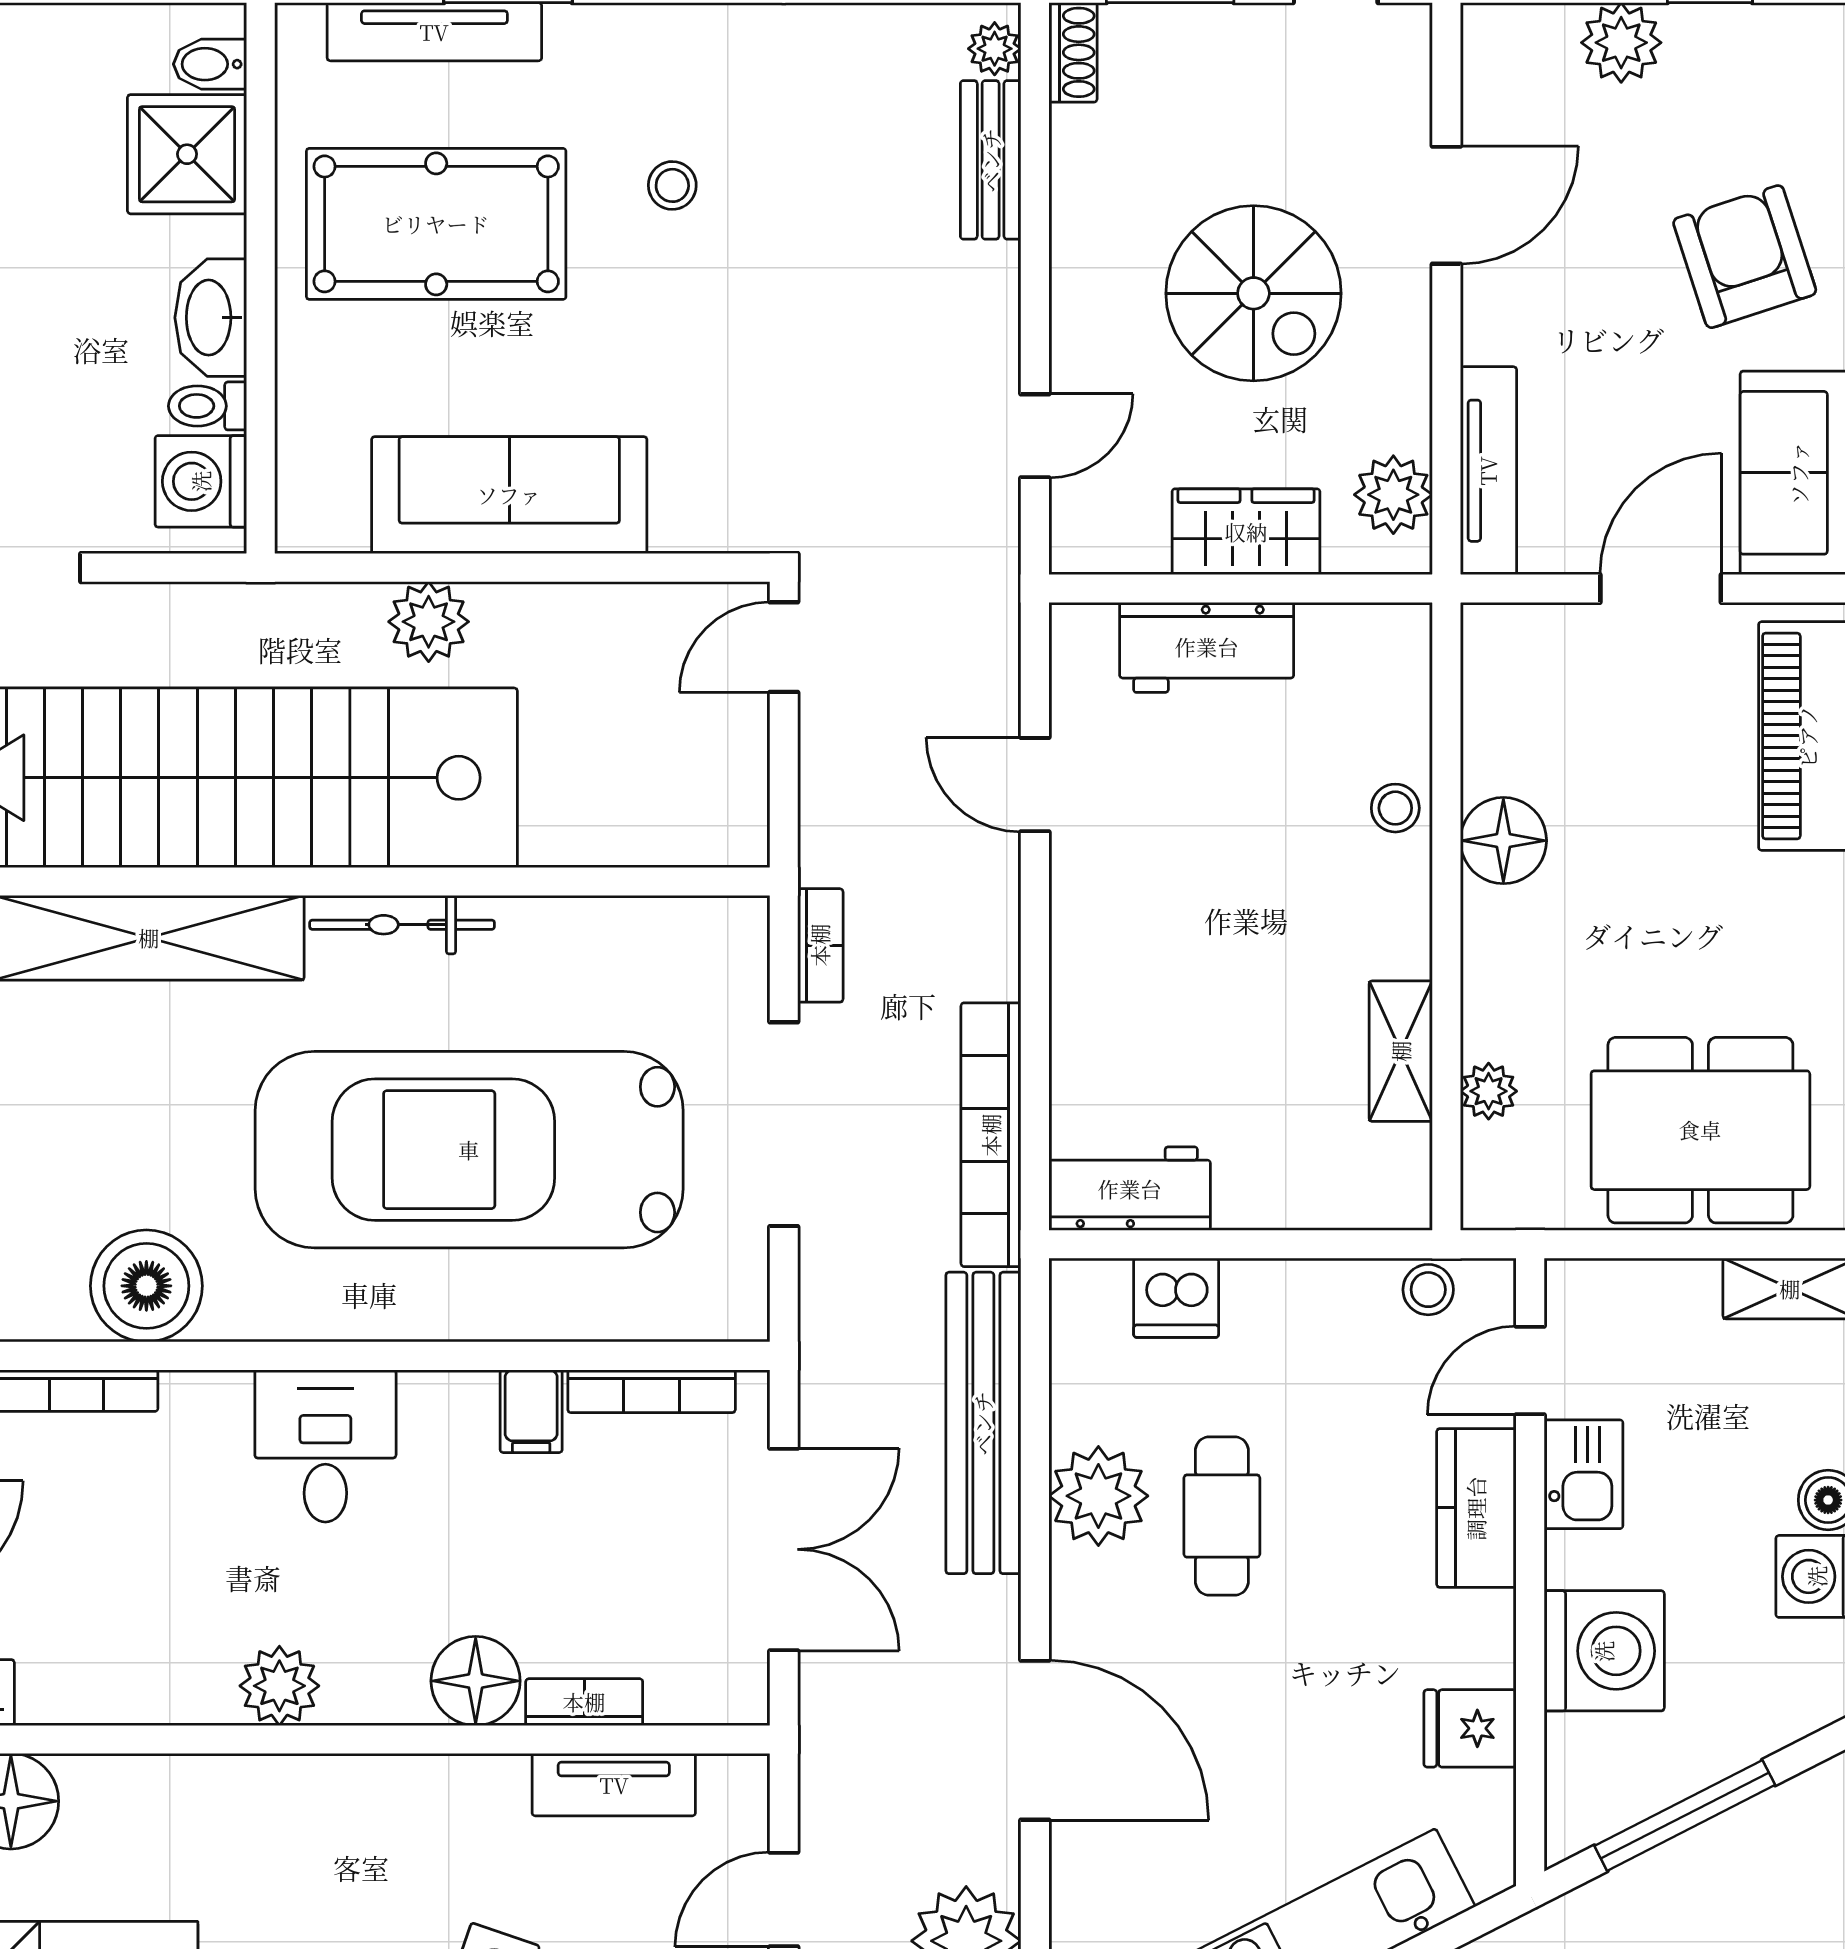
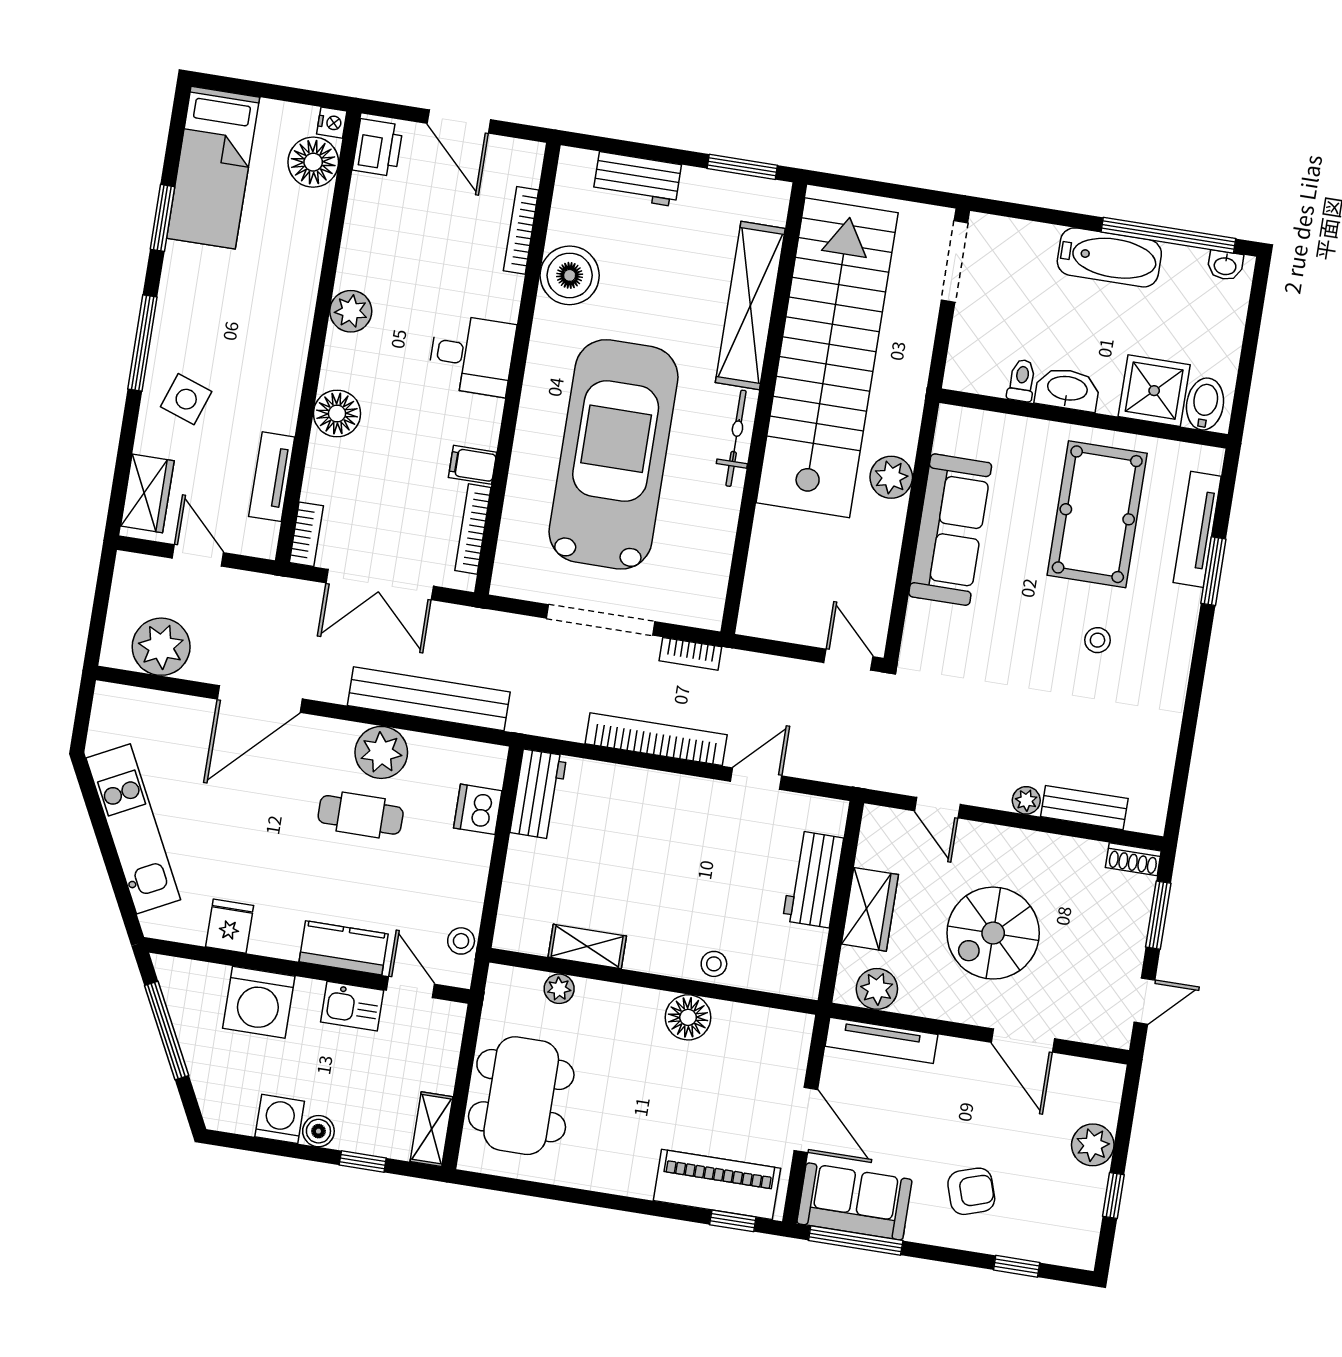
plant: (995, 49) -> (1026, 800), moved
bidet: (210, 64) -> (1205, 404), width x1.38, depth x1.36
armchair: (1745, 257) -> (971, 1191), width x0.72, depth x0.72
washing machine: (201, 481) -> (983, 371), removed
bookcase: (991, 1135) -> (656, 739), moved
bookcase: (584, 1702) -> (306, 534), moved

